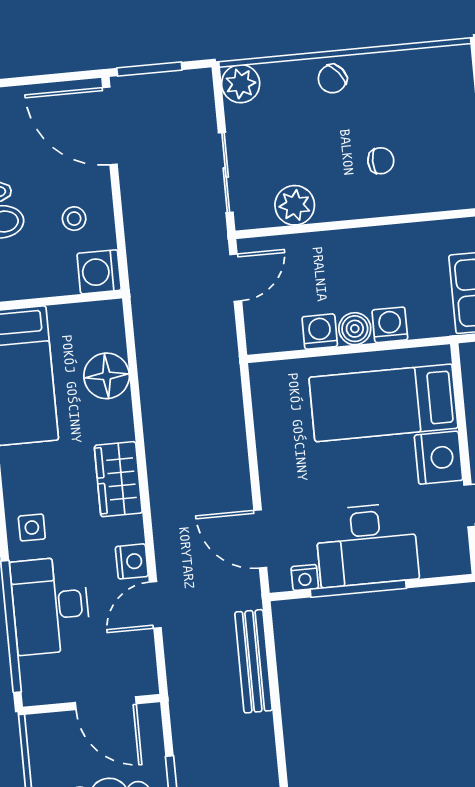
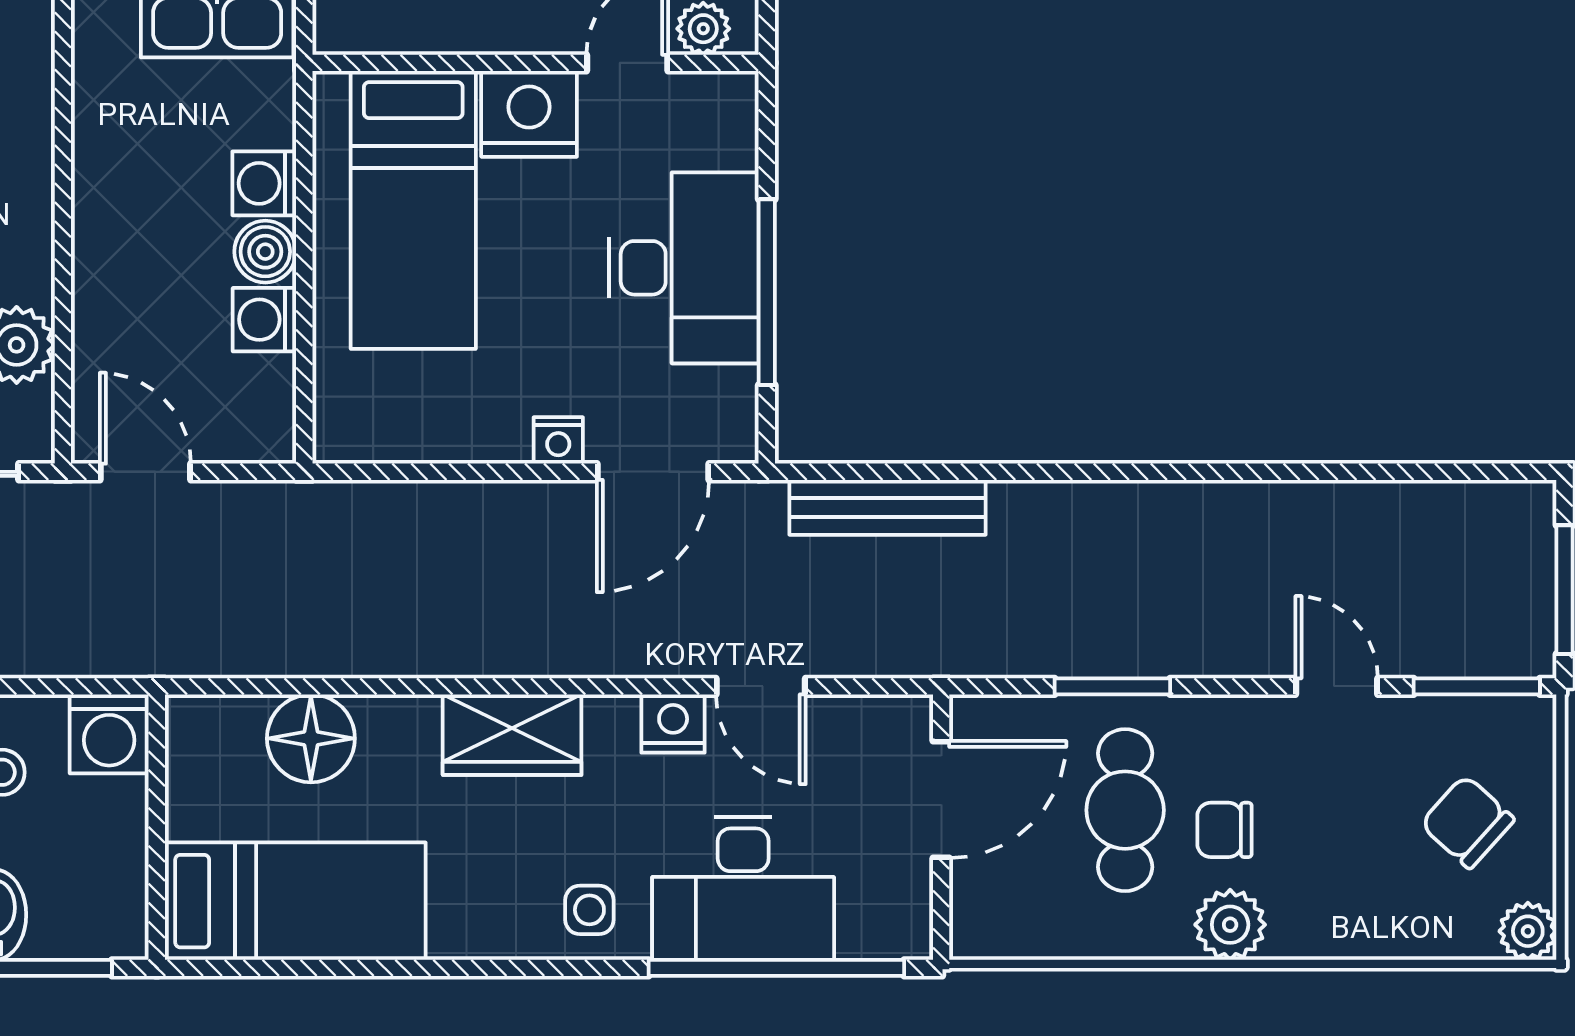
nightstand: (305, 578) -> (558, 440), moved, turned 90

